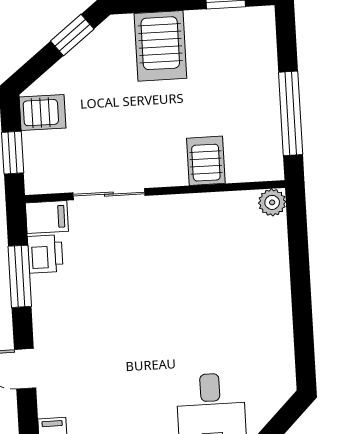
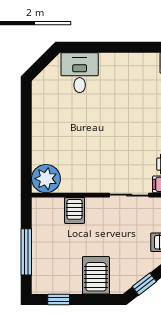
window: (291, 113) -> (26, 252), moved
plant: (272, 202) -> (46, 179), width x1.87, depth x1.87

